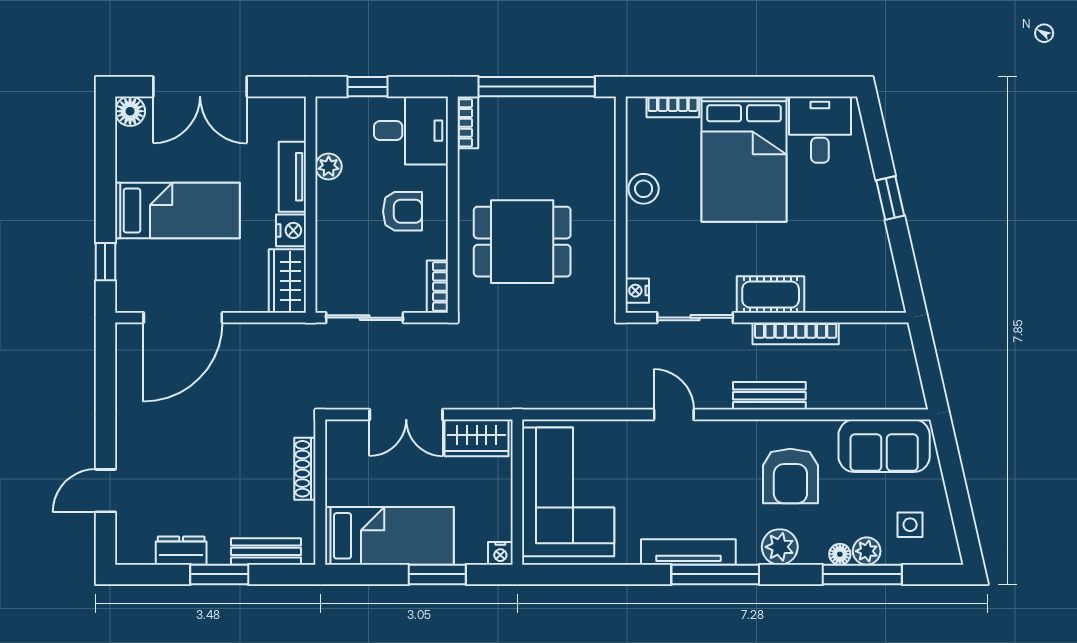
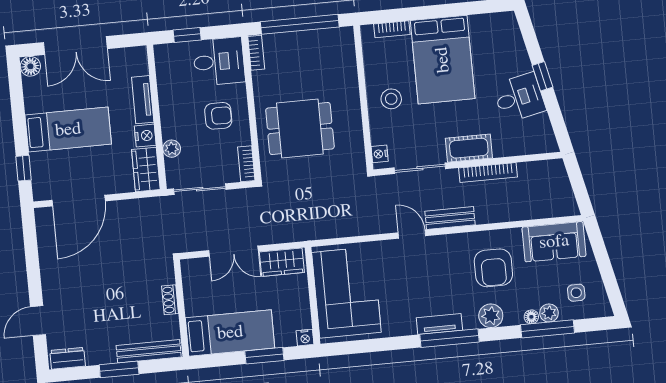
desk: (820, 130) -> (519, 98), moved, turned 77
plant: (329, 166) -> (172, 149), moved
stool: (644, 189) -> (391, 99), moved
bench: (769, 396) -> (450, 218), moved
shoe rack: (305, 469) -> (170, 300), width x0.70
dresser: (181, 551) -> (68, 358), moved
bench: (266, 551) -> (149, 351), width x1.36
tv unit: (688, 552) -> (439, 324), width x0.71

